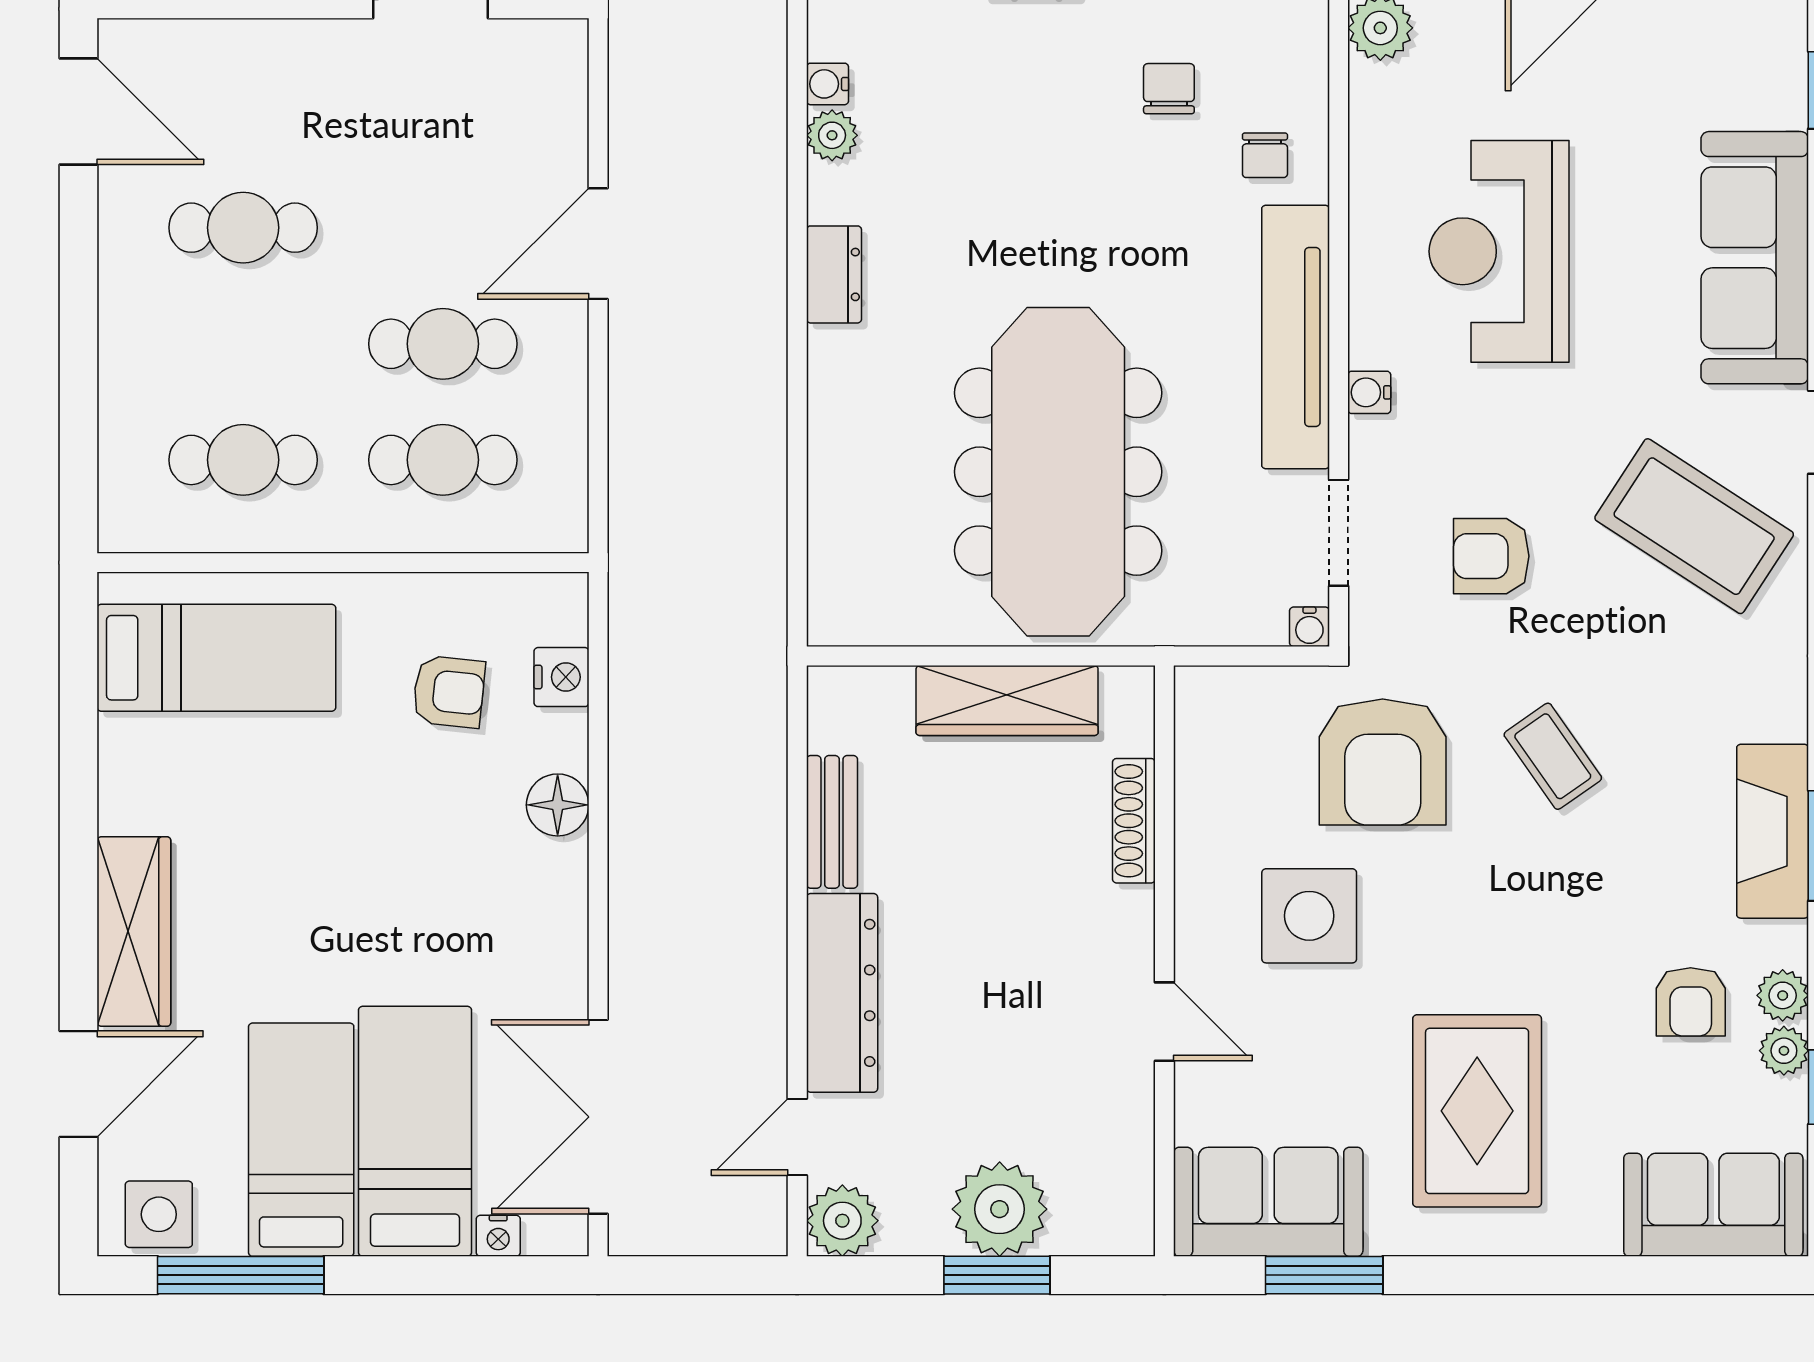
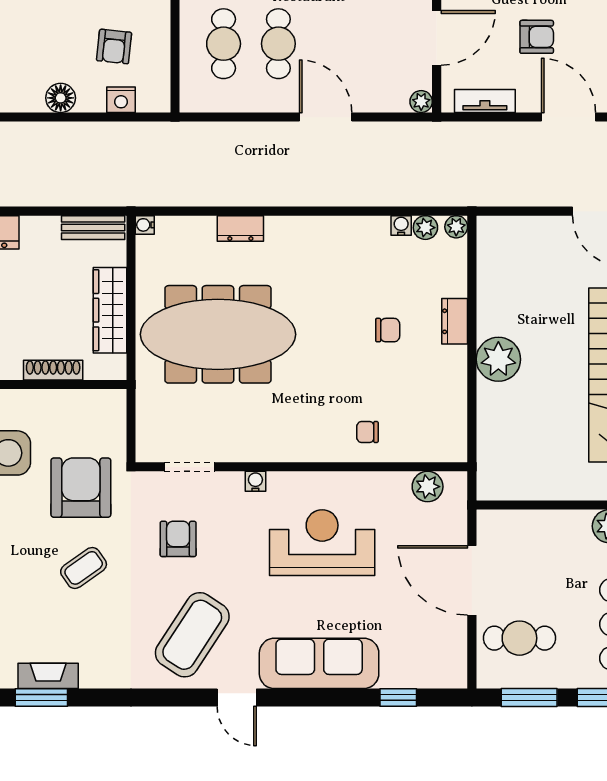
plant: (565, 42) -> (421, 102), added
chair: (1169, 89) -> (388, 330), moved
plant: (832, 135) -> (425, 228), moved
dresser: (834, 274) -> (240, 228), moved
tv unit: (1296, 337) -> (282, 446), removed
water cooler: (1309, 627) -> (145, 225), moved
armchair: (1383, 762) -> (81, 488), turned 90
bench: (832, 822) -> (93, 228), moved
fireplace: (1773, 831) -> (48, 676), width x0.73, depth x0.76

